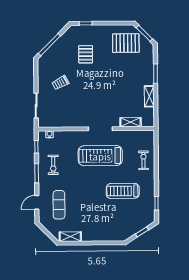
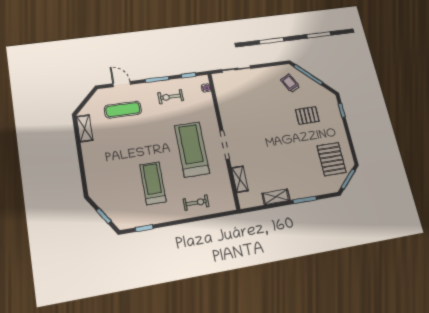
trolley: (60, 83) -> (290, 83), moved

